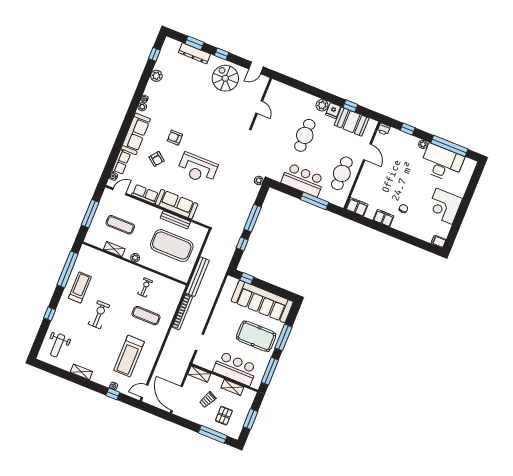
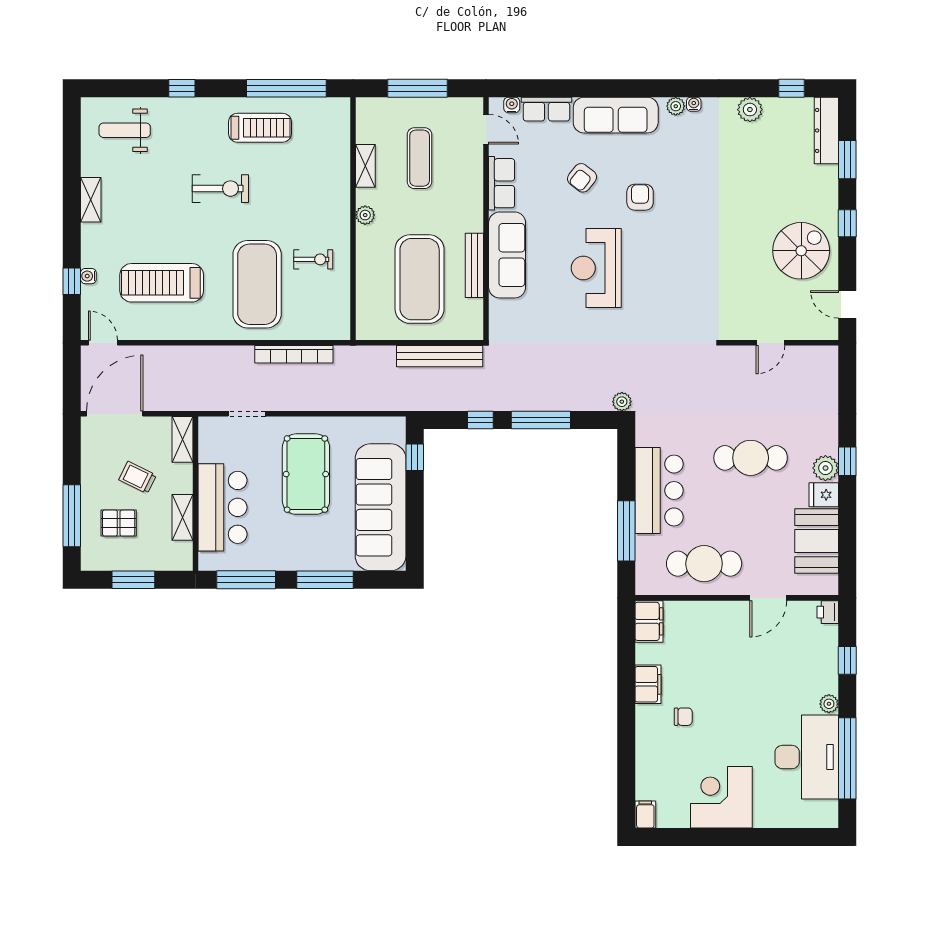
dresser: (194, 53) -> (826, 130), moved
window: (350, 106) -> (847, 461), moved
bench: (197, 277) -> (440, 356), moved
exercise mat: (146, 316) -> (257, 284), width x2.00, depth x1.45
pool table: (256, 336) -> (306, 474), moved

